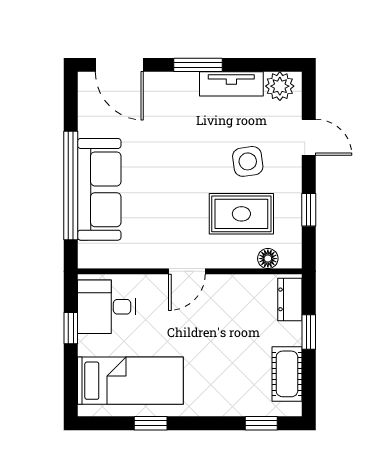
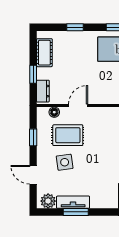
window: (198, 65) -> (76, 212), moved
door: (187, 271) -> (78, 106), moved
window: (261, 423) -> (75, 27), moved

